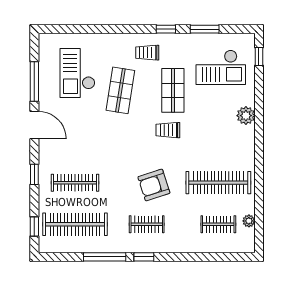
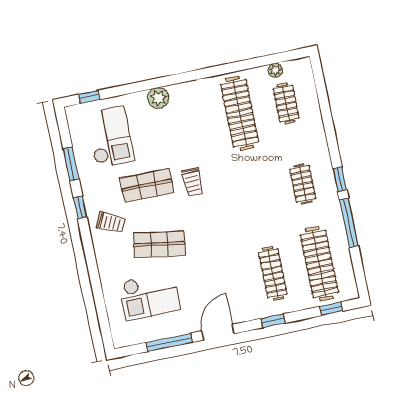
trolley: (147, 53) -> (111, 223), turned -65
armchair: (154, 185) -> (257, 185), removed

